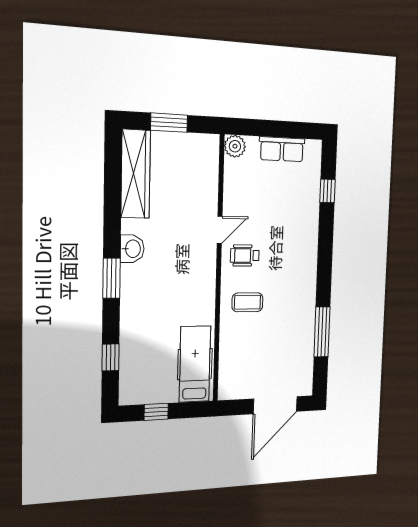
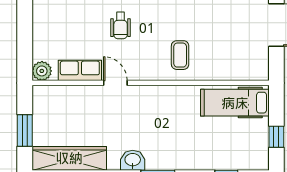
row of seats: (282, 149) -> (80, 70), moved, turned -90
wheelchair: (245, 256) -> (121, 26), moved

